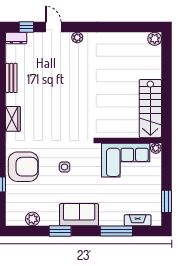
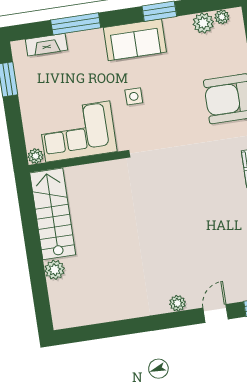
door: (53, 27) -> (216, 313), swing flipped
plant: (155, 39) -> (55, 270), moved
side table: (65, 167) -> (134, 96), moved
plant: (20, 221) -> (222, 17), added

